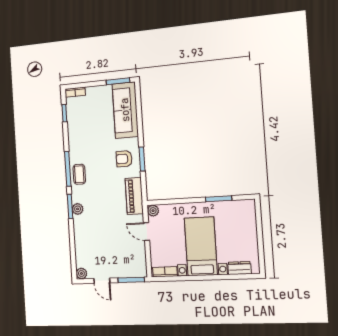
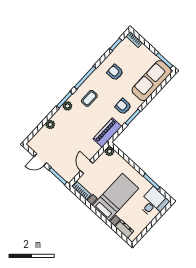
armchair: (88, 137) -> (115, 72), added
coffee table: (79, 174) -> (89, 98), moved
desk: (241, 216) -> (153, 203), added
door: (147, 231) -> (87, 167), moved
plant: (81, 273) -> (50, 124), moved
door: (102, 281) -> (40, 160), hinge flipped

